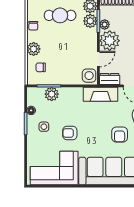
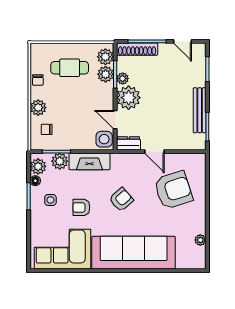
door: (98, 59) -> (115, 120), swing flipped
fireplace: (100, 94) -> (89, 161), moved
plant: (34, 98) -> (38, 166), added
armchair: (120, 135) -> (121, 200), moved, turned -131

